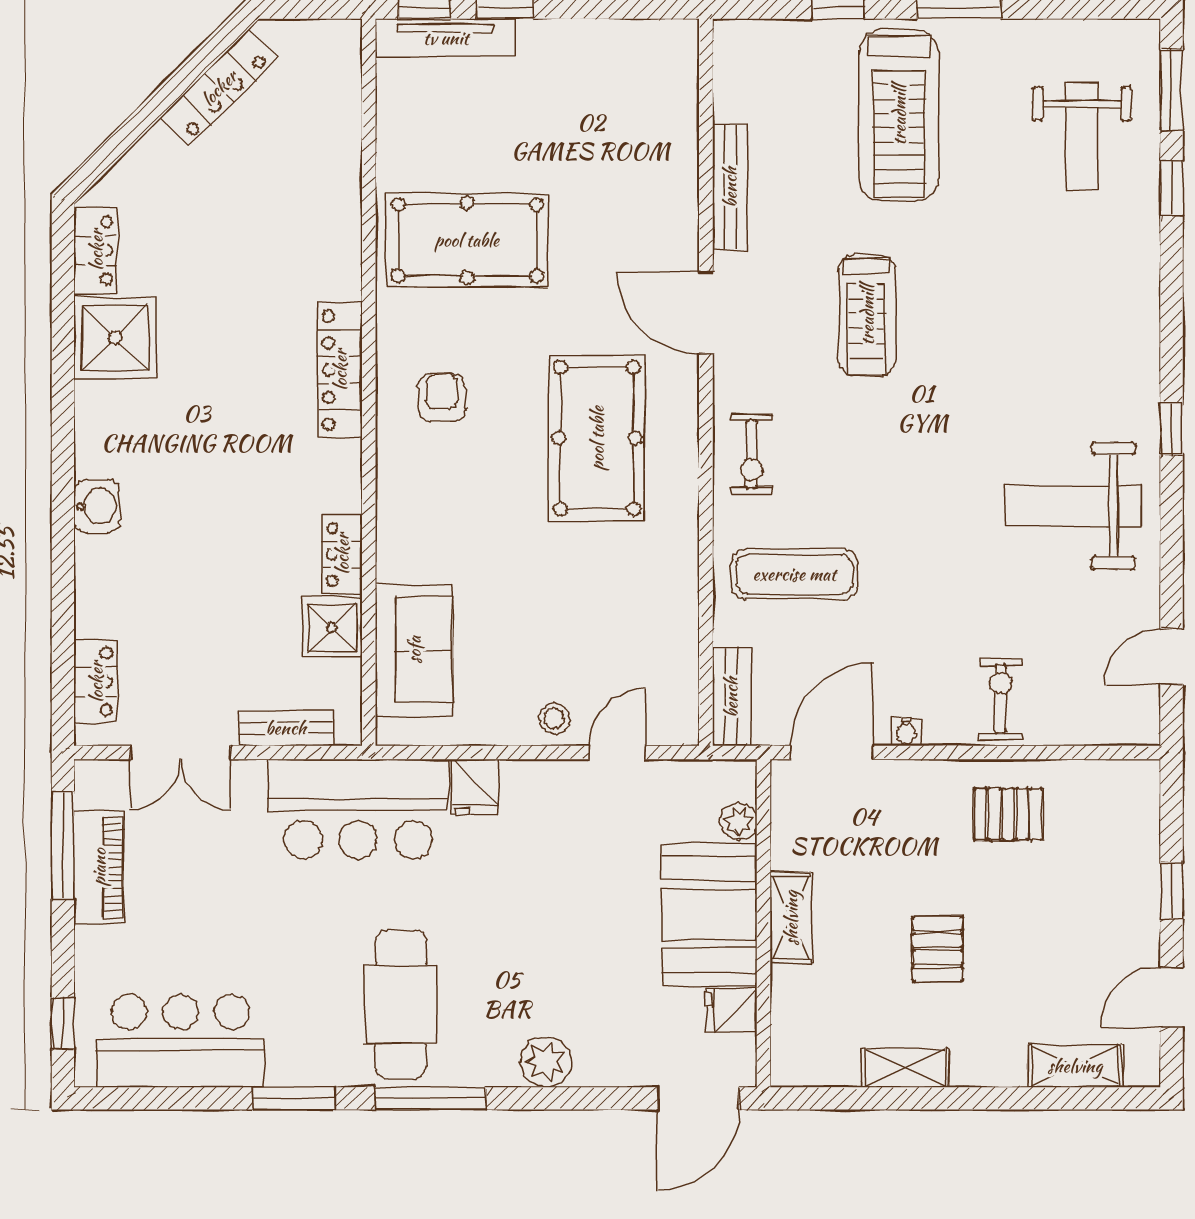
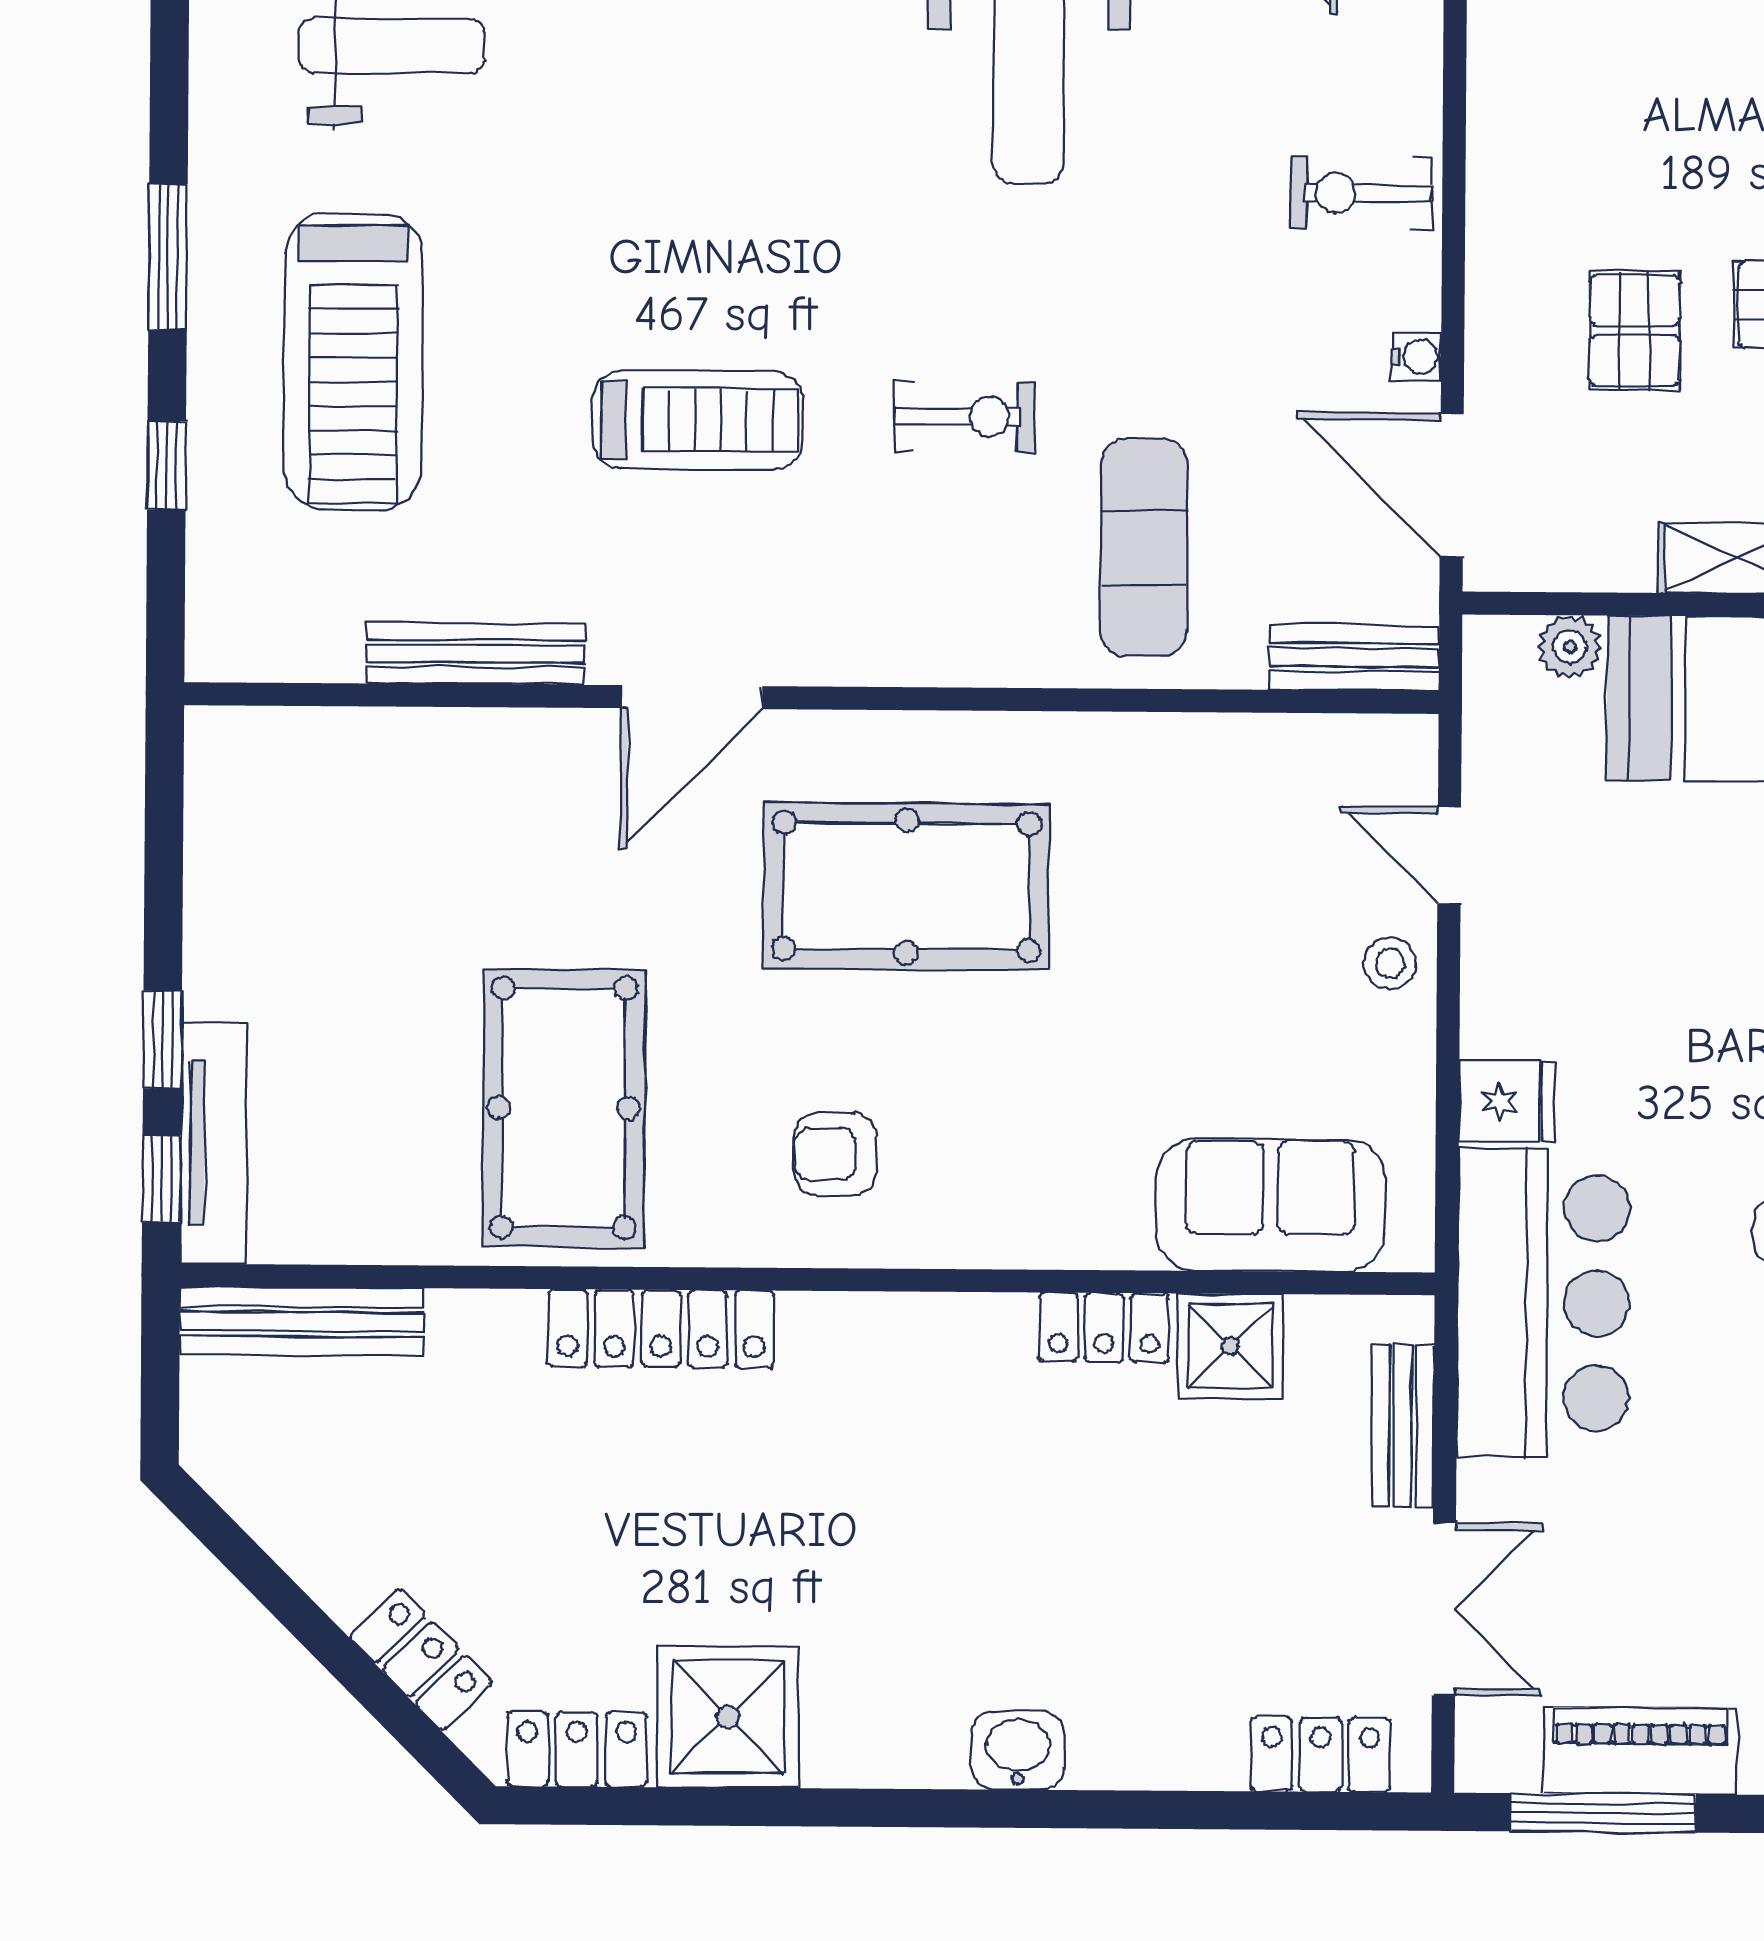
locker: (219, 88) -> (421, 1659), moved, width x0.66
bench: (342, 89) -> (302, 1322), added
treadmill: (899, 115) -> (353, 361), turned 90
locker: (340, 370) -> (661, 1329), moved
exercise bike: (752, 454) -> (964, 416), moved
pallet: (1008, 814) -> (1635, 330), moved

